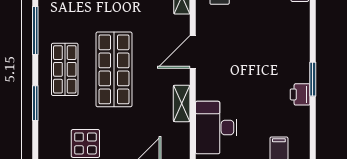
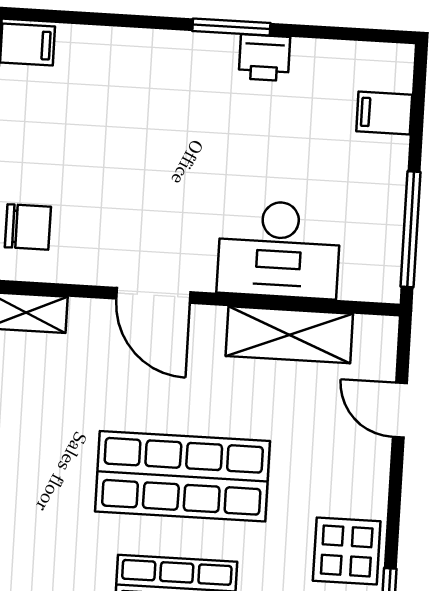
shelving: (182, 103) -> (289, 335), width x1.50, depth x1.33
desk: (216, 128) -> (279, 249), moved

